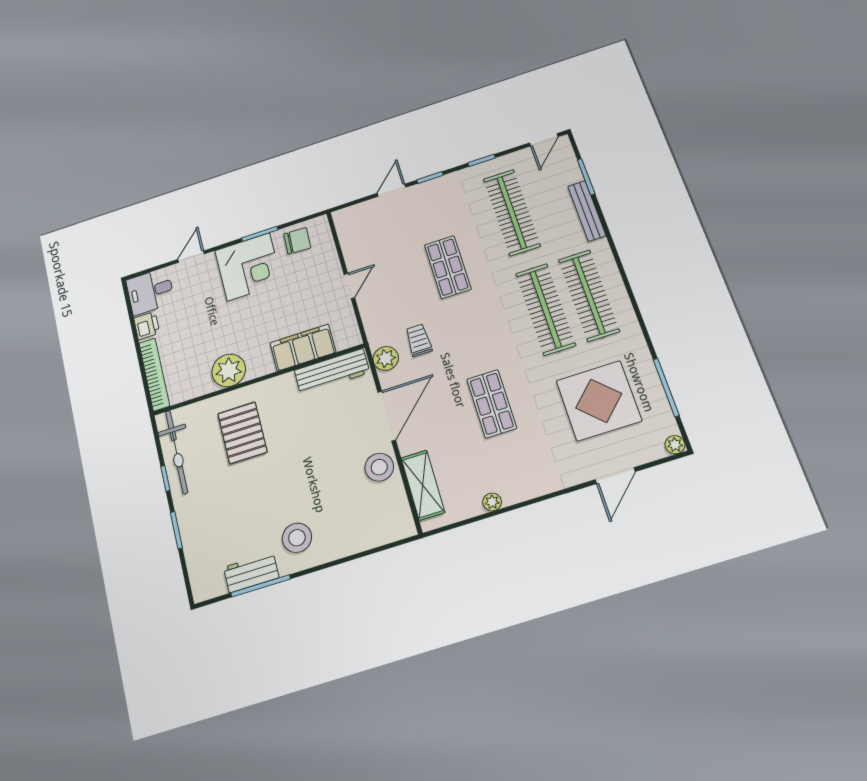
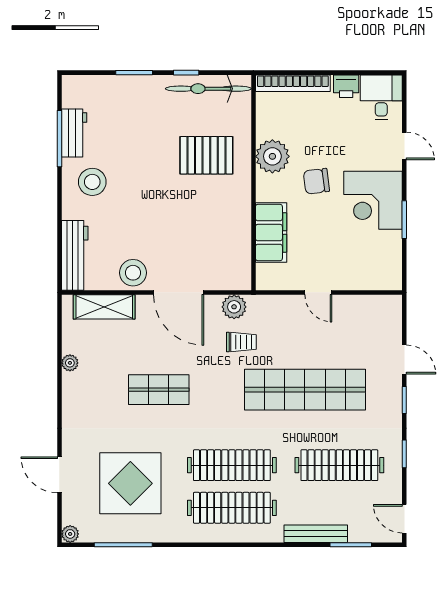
chair: (297, 241) -> (316, 181), moved, turned 80
shop shelf: (448, 267) -> (305, 390), width x2.00, depth x1.36
workbench: (332, 372) -> (75, 255), moved, turned 180

